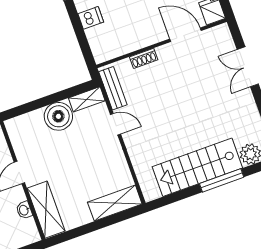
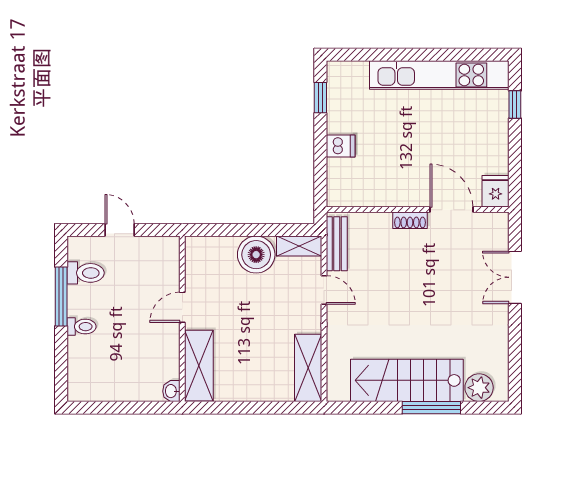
shoe rack: (144, 58) -> (410, 220), moved
shelving: (115, 203) -> (308, 368), moved, turned 90
washbasin: (24, 210) -> (171, 391), moved

